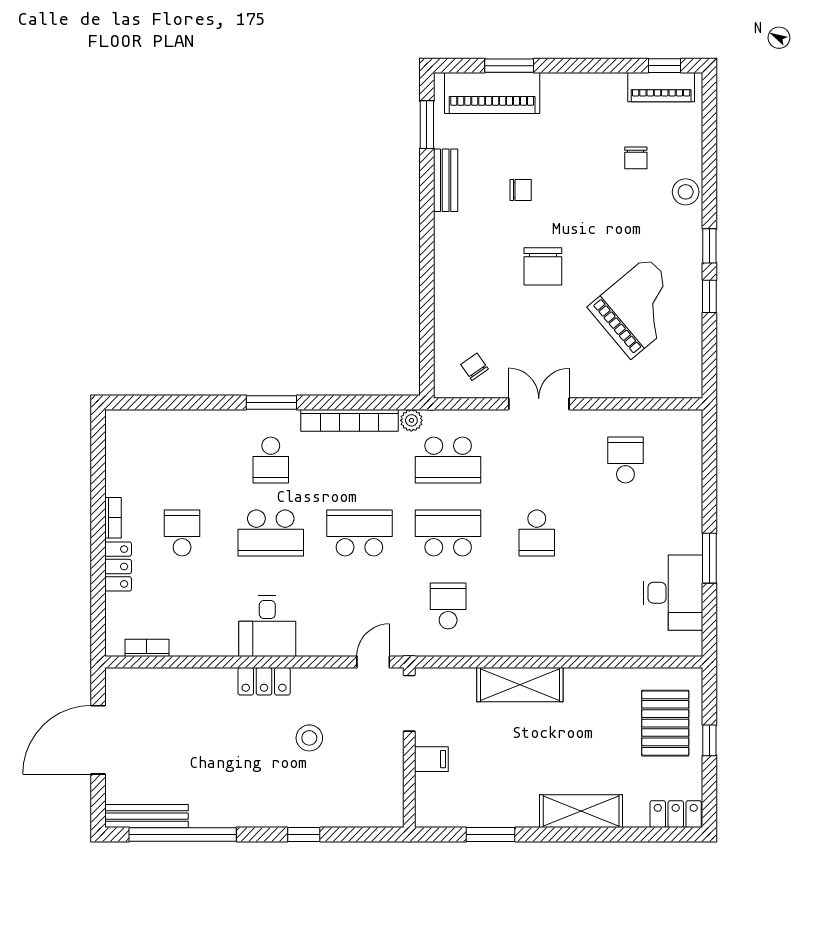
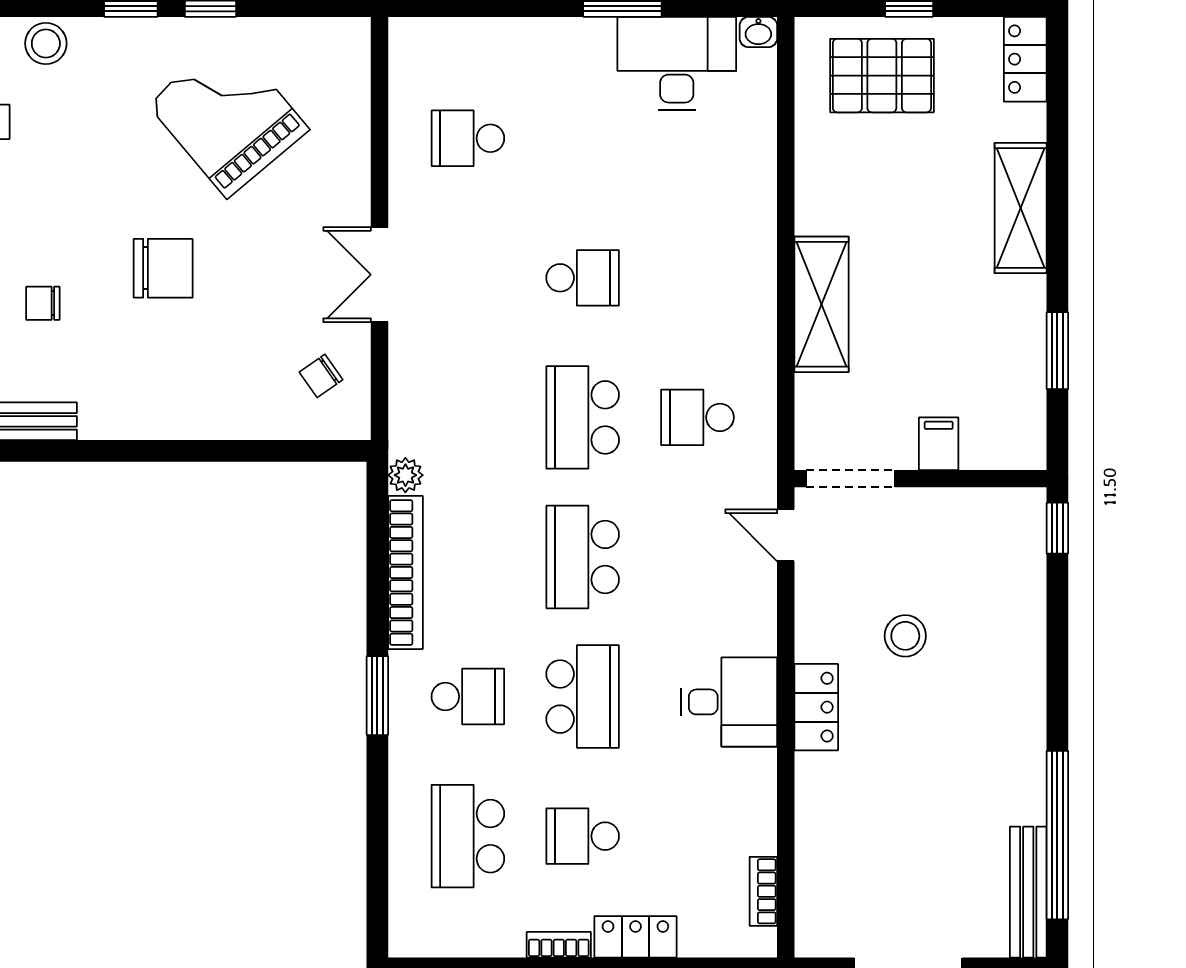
chair: (521, 190) -> (43, 303), turned -90
school desk: (448, 460) -> (468, 836), moved, turned 180
washbasin: (693, 645) -> (758, 32), added
window: (304, 835) -> (1057, 528), moved

